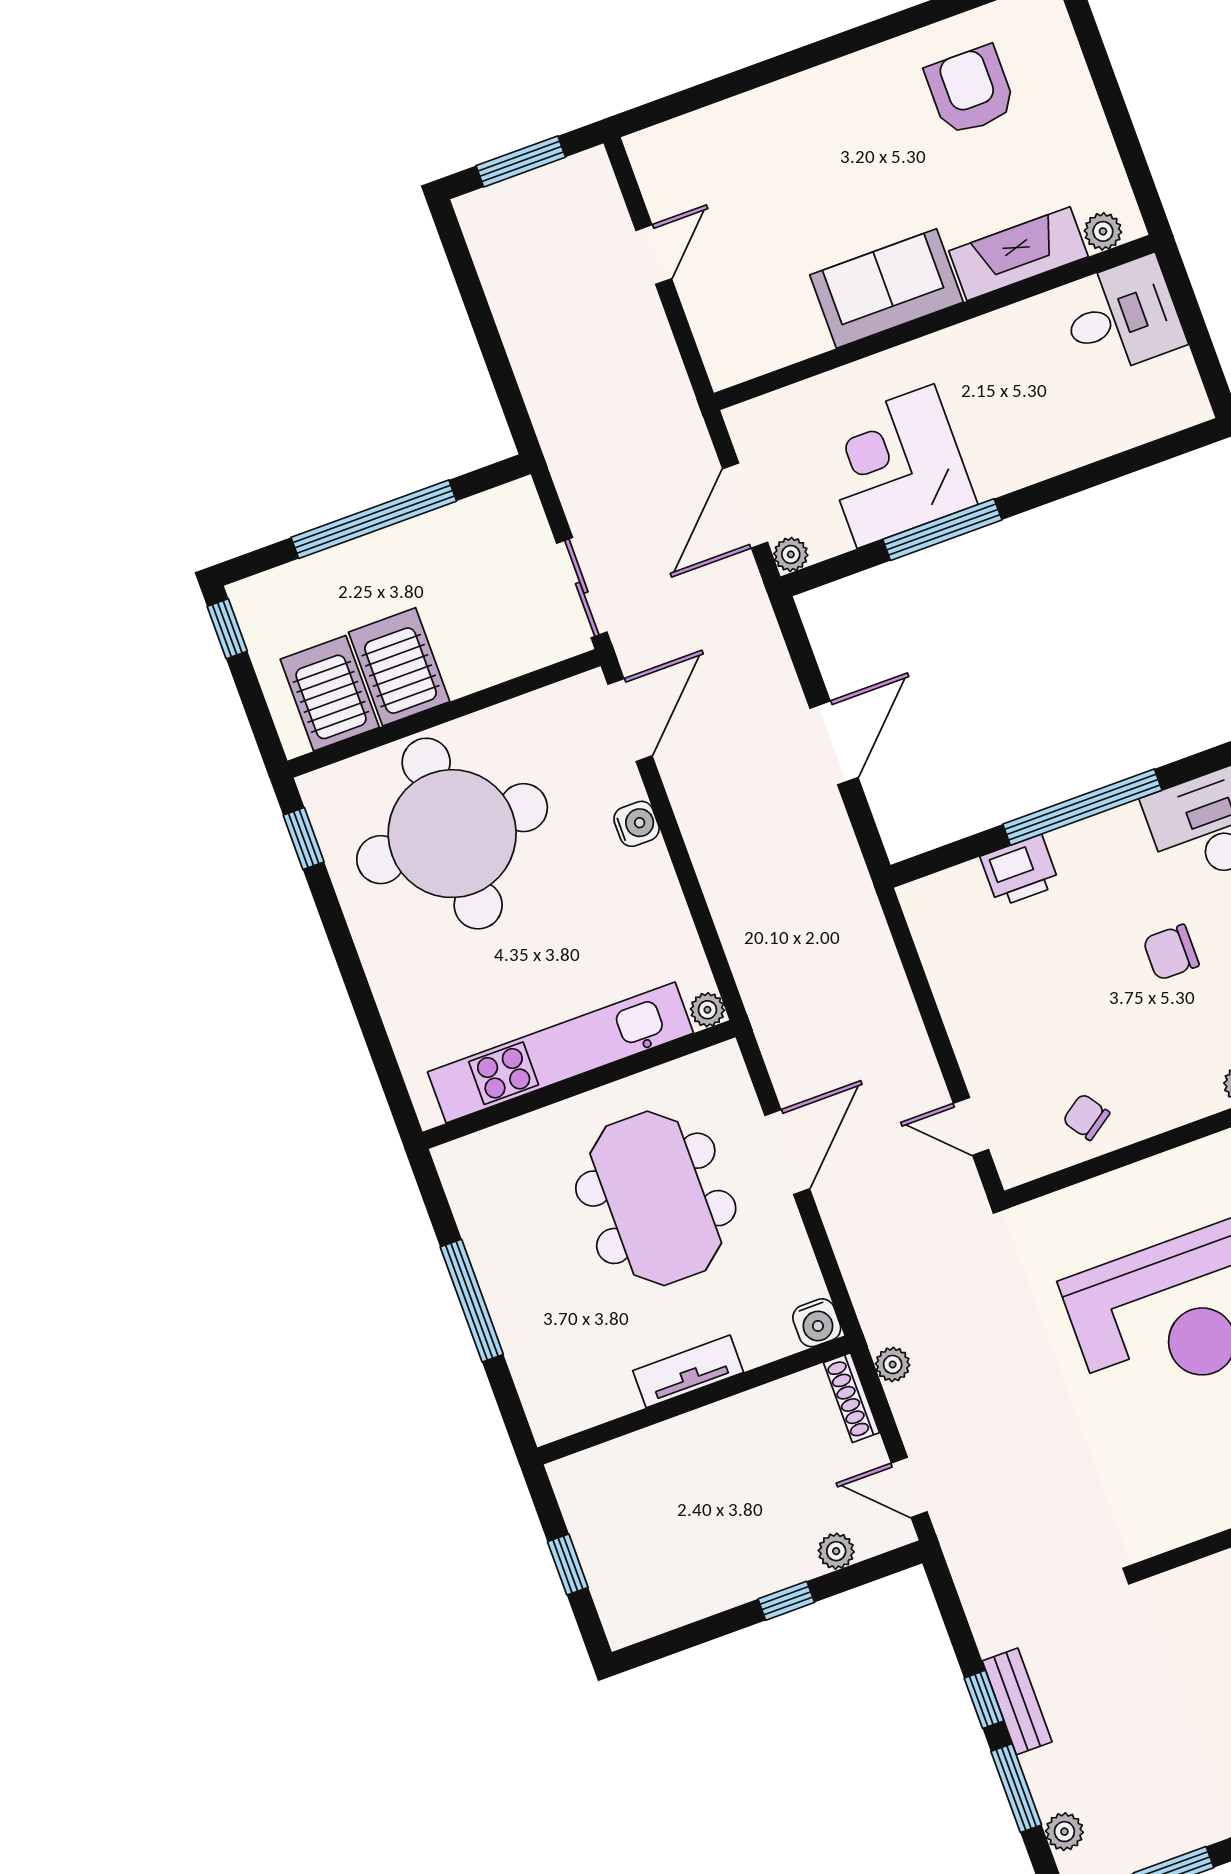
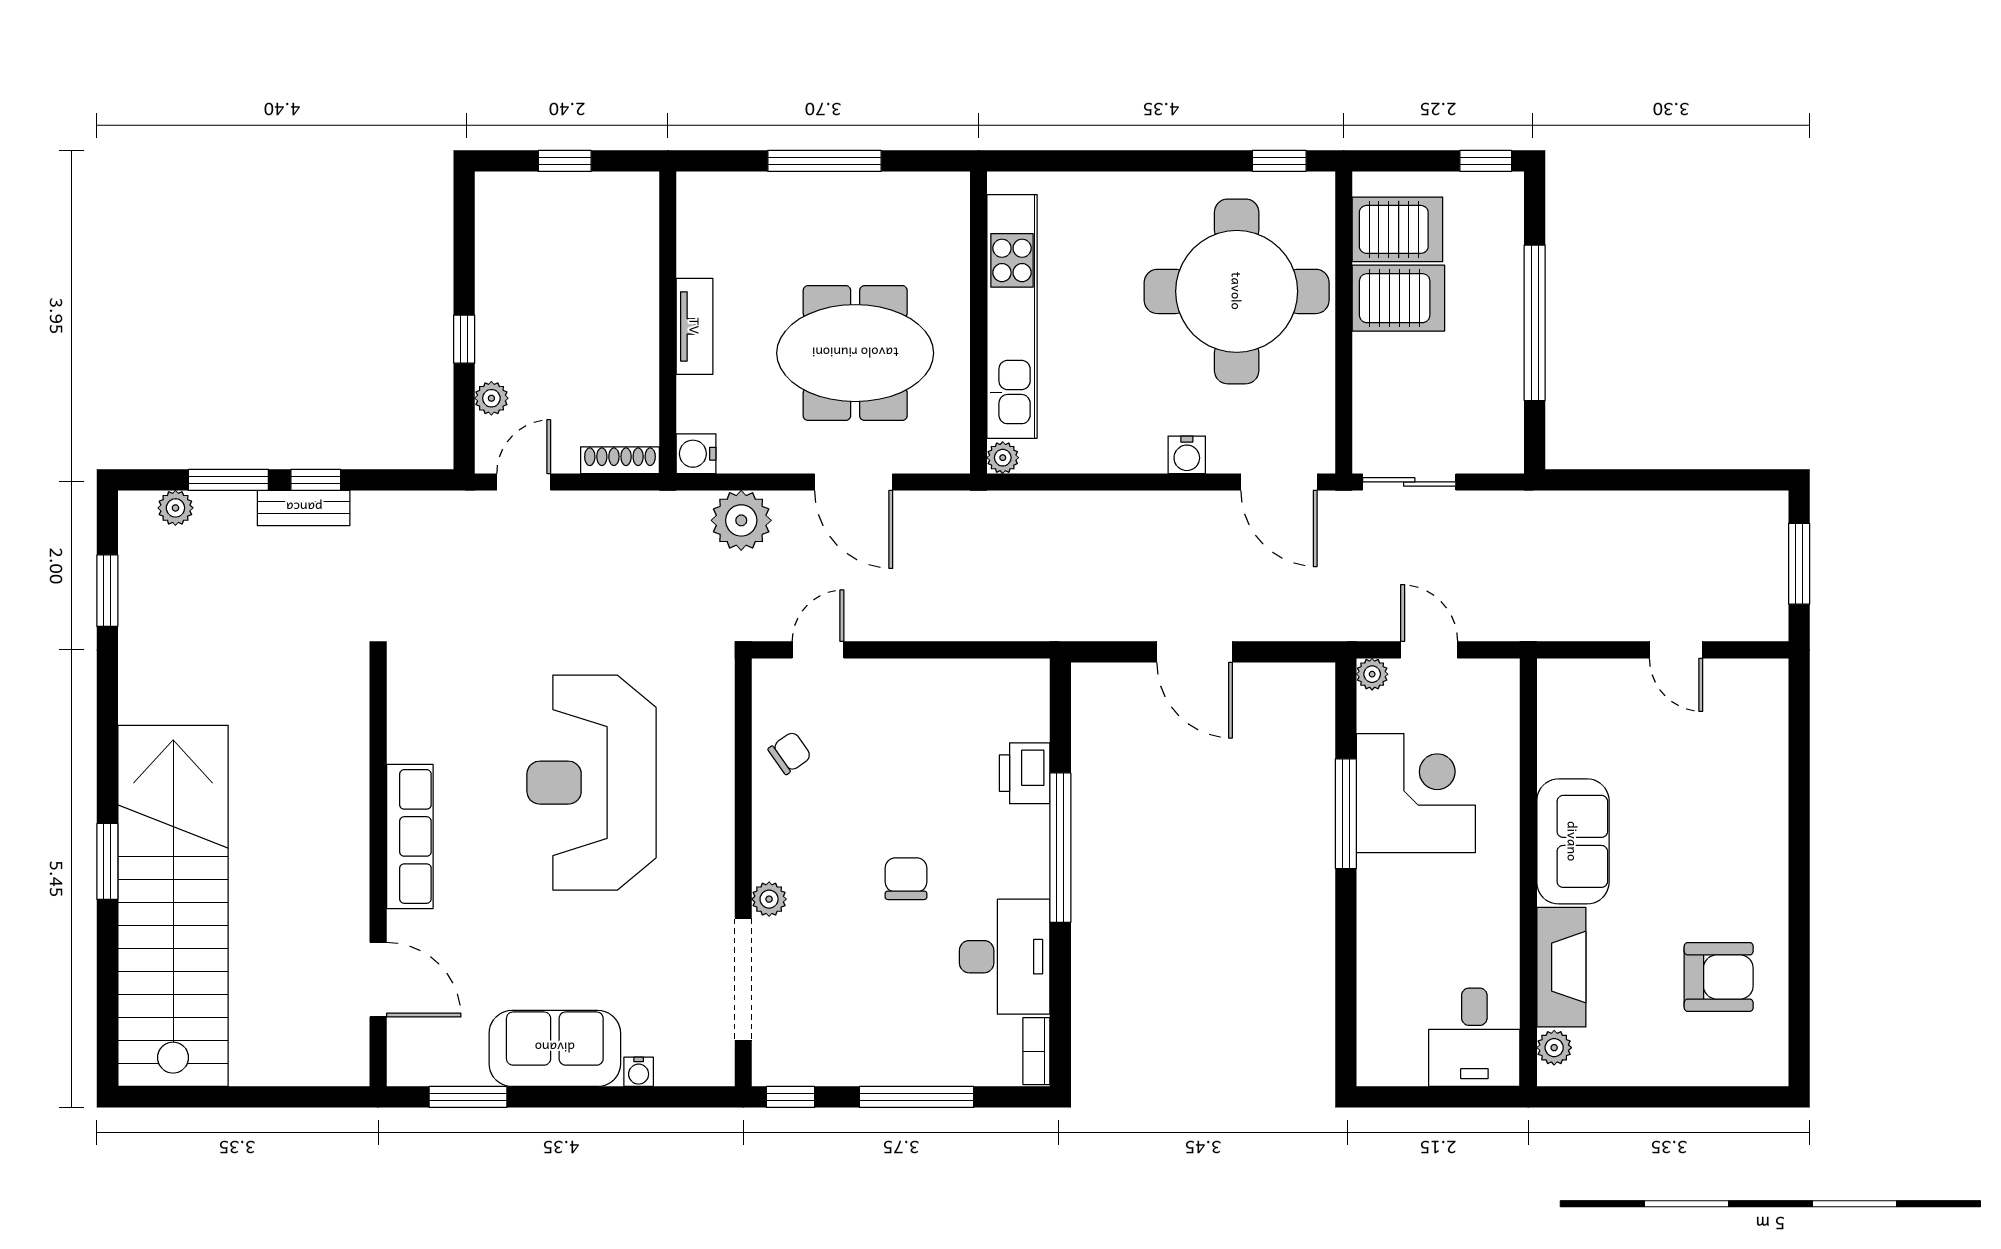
door: (745, 505) -> (1429, 650), width x0.73
plant: (893, 1364) -> (741, 520), moved, width x1.88, depth x1.88

